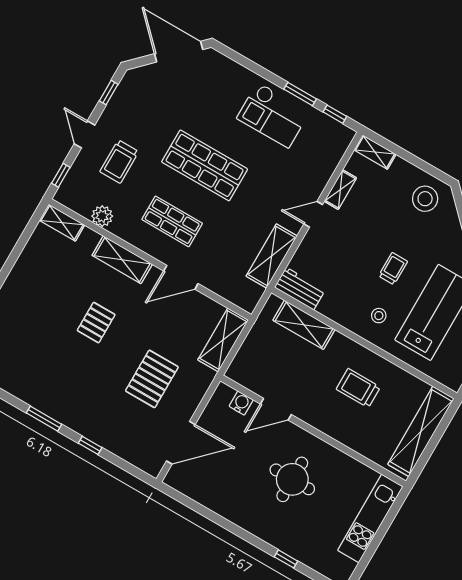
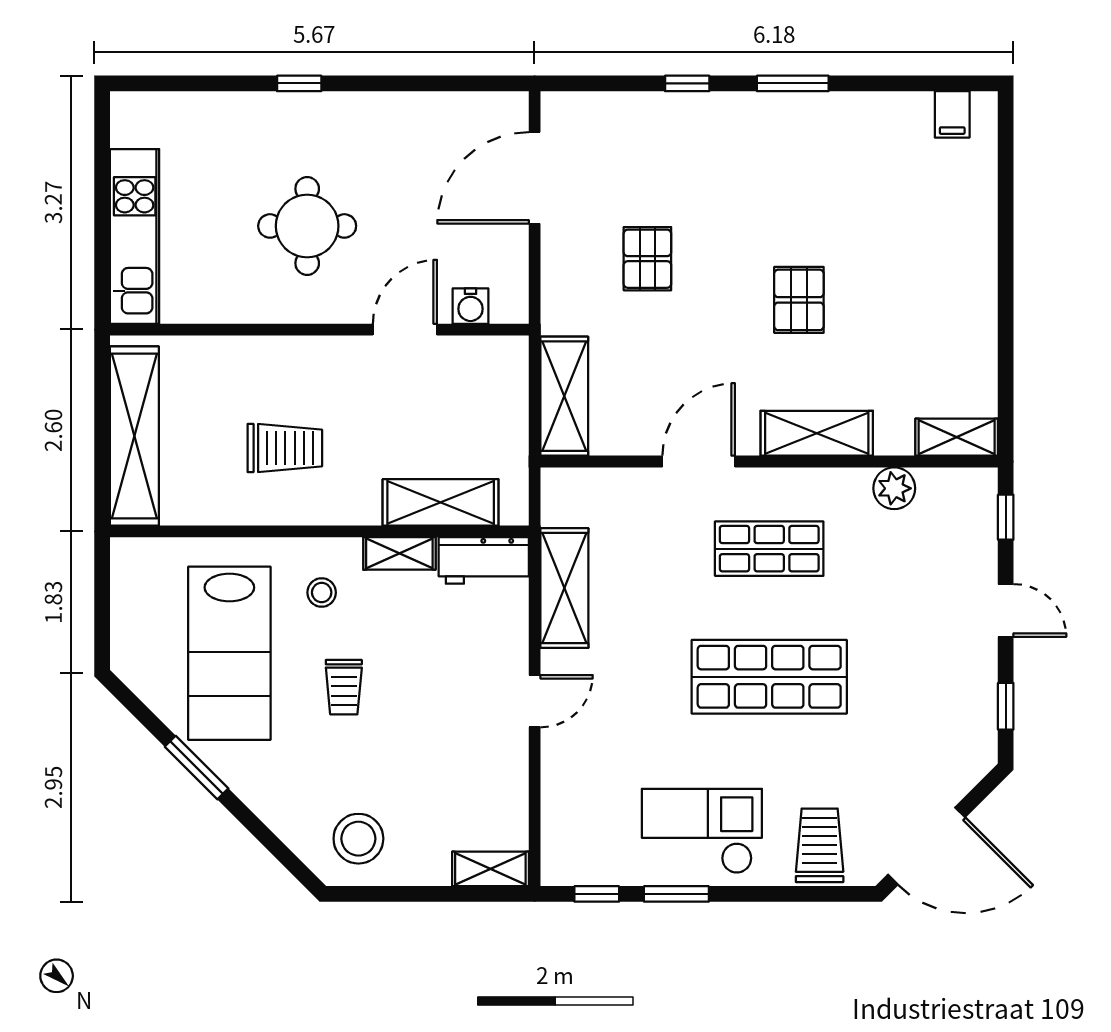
trolley: (119, 162) -> (820, 845), moved
shelving: (340, 190) -> (399, 553), moved, turned 90
pallet: (152, 379) -> (647, 259), width x0.67, depth x0.71
window: (286, 559) -> (299, 83), moved

